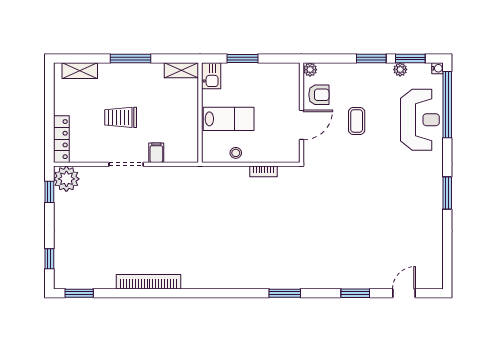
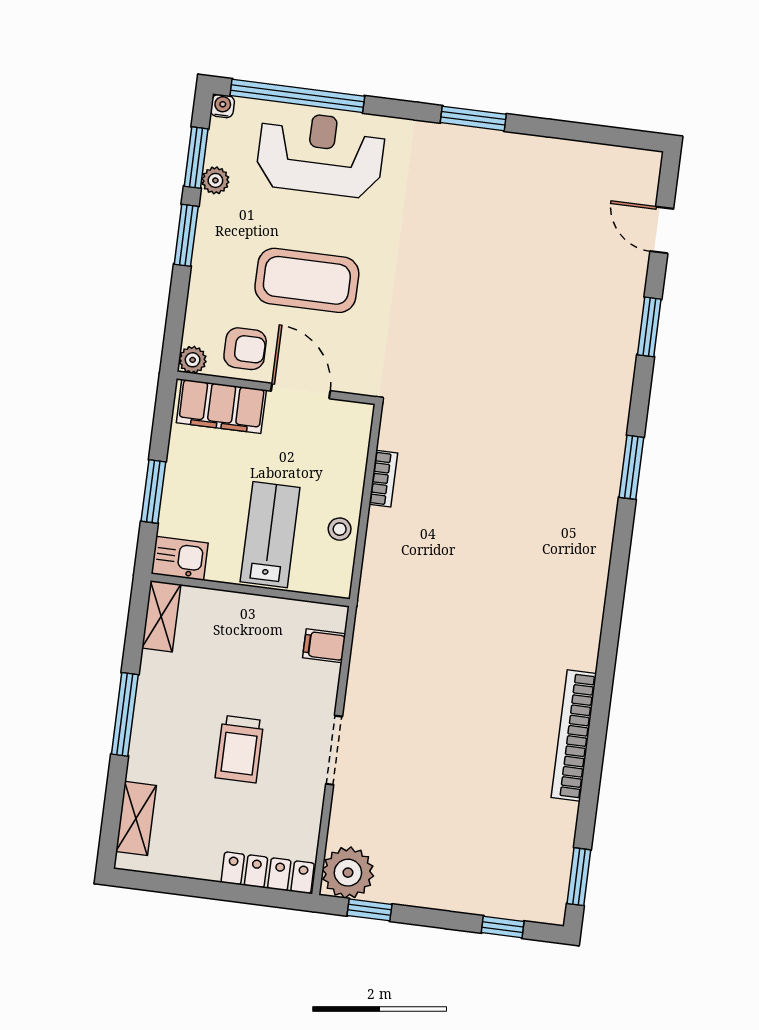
filing cabinet: (289, 87) -> (221, 406), added
armchair: (319, 95) -> (245, 349), turned 90
coffee table: (357, 121) -> (307, 280), width x1.86, depth x1.72
filing cabinet: (156, 153) -> (324, 646), moved

